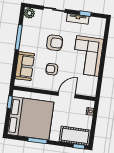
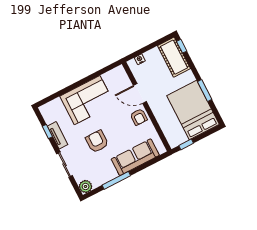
sofa: (25, 66) -> (135, 157), width x1.36
armchair: (52, 69) -> (139, 117), moved
bed: (31, 118) -> (193, 110), width x0.73

